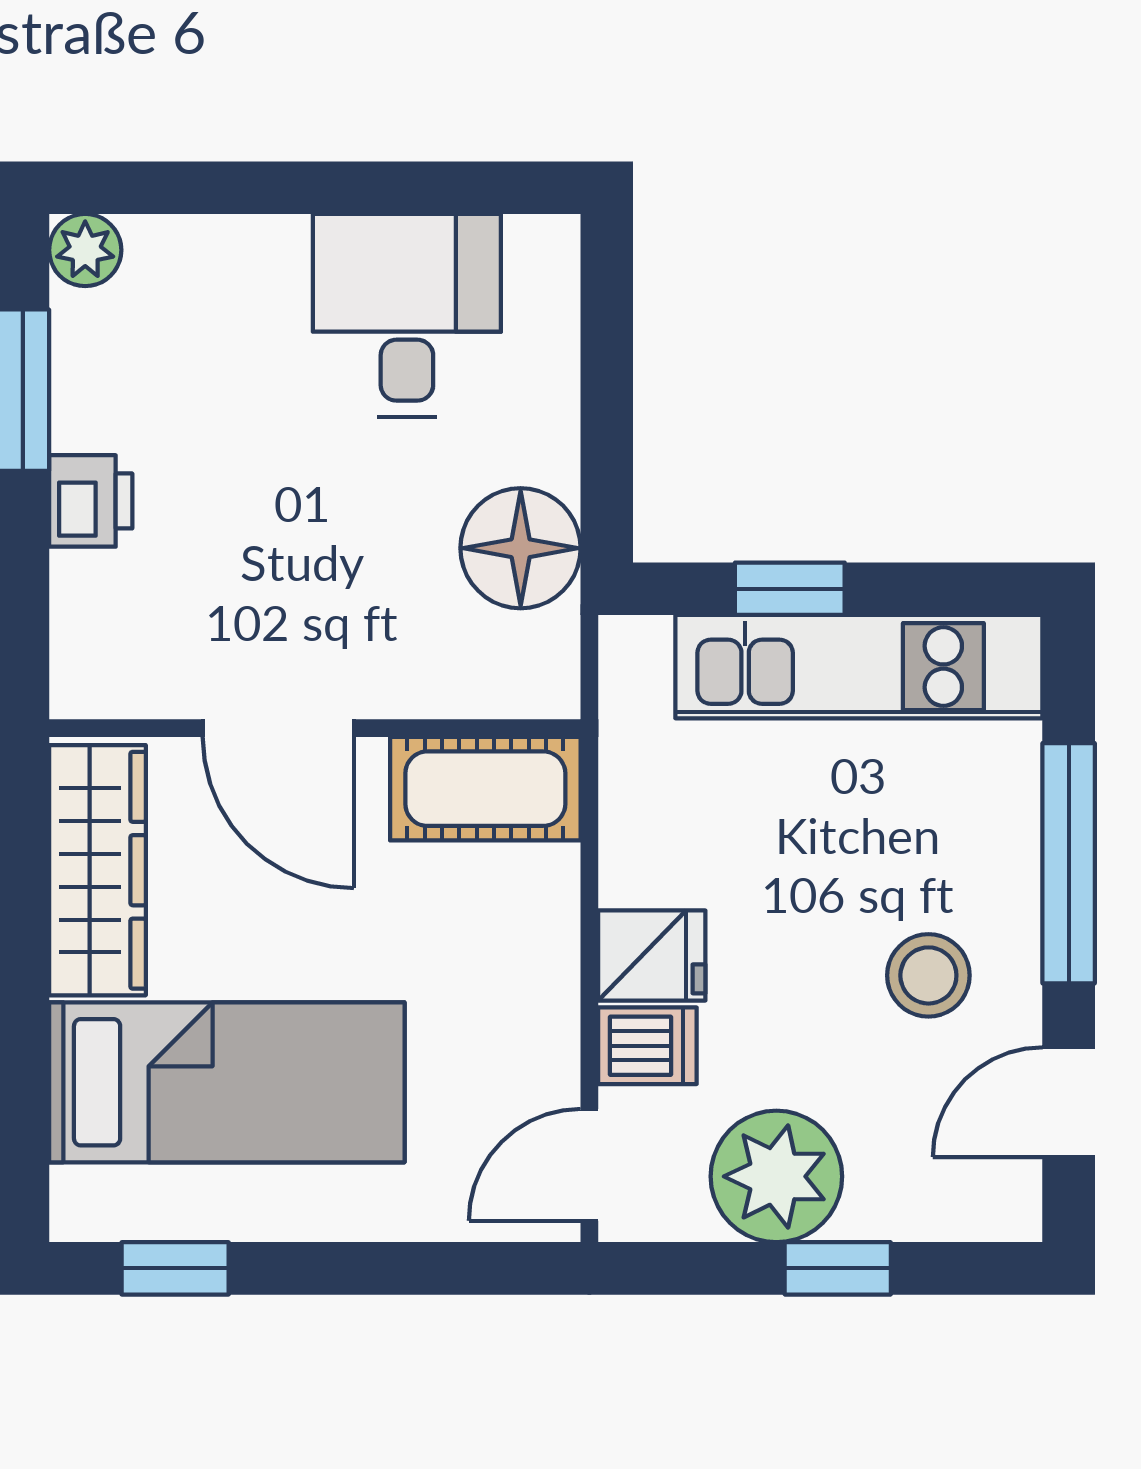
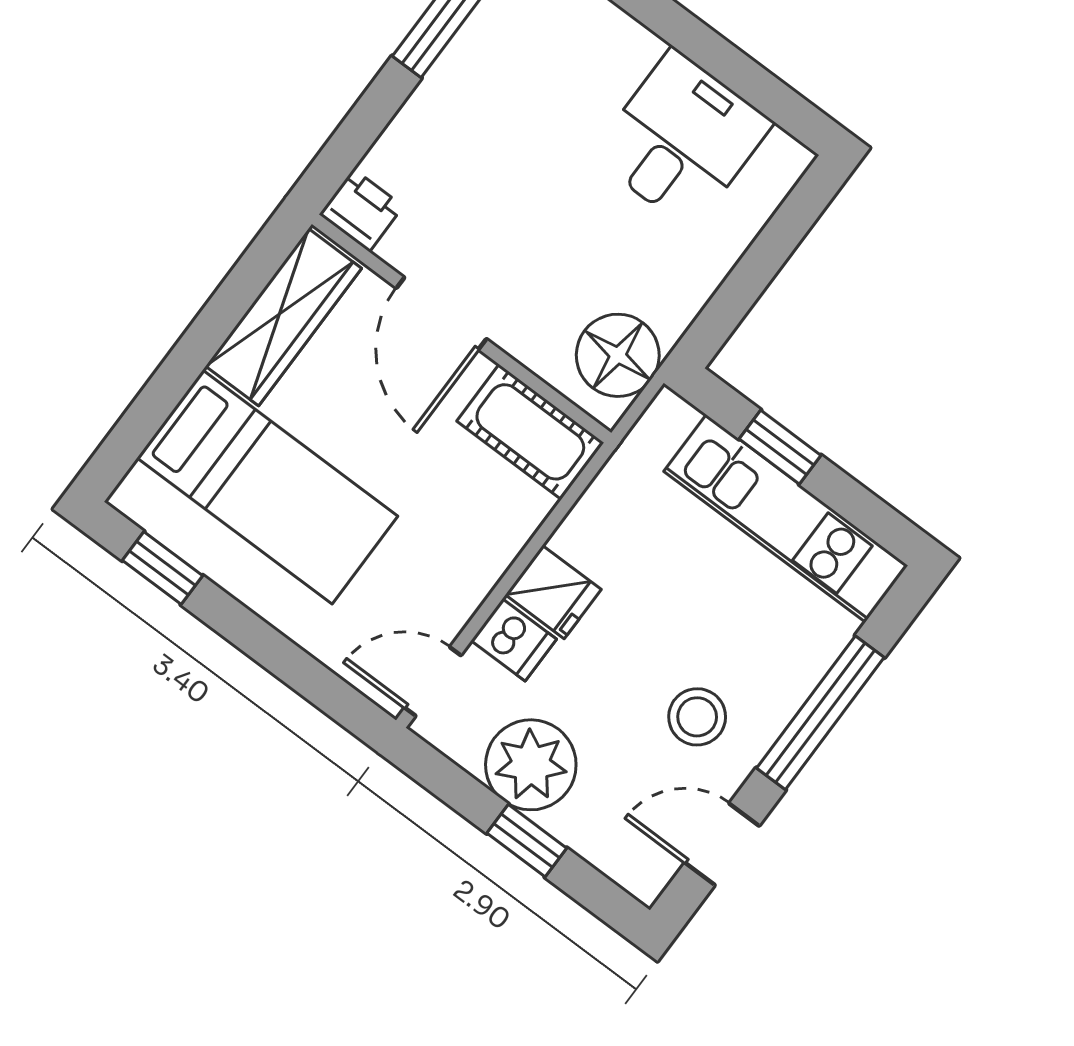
printer: (91, 501) -> (361, 210), moved, turned -90
floor lamp: (521, 548) -> (618, 355), moved

